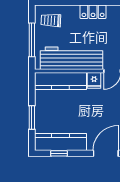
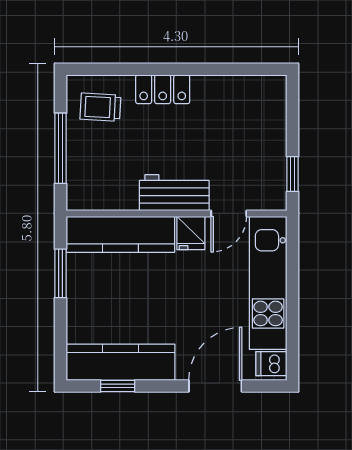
locker: (93, 12) -> (163, 89), moved
workbench: (72, 58) -> (174, 193), width x0.53, depth x0.76
window: (32, 118) -> (60, 273), moved

